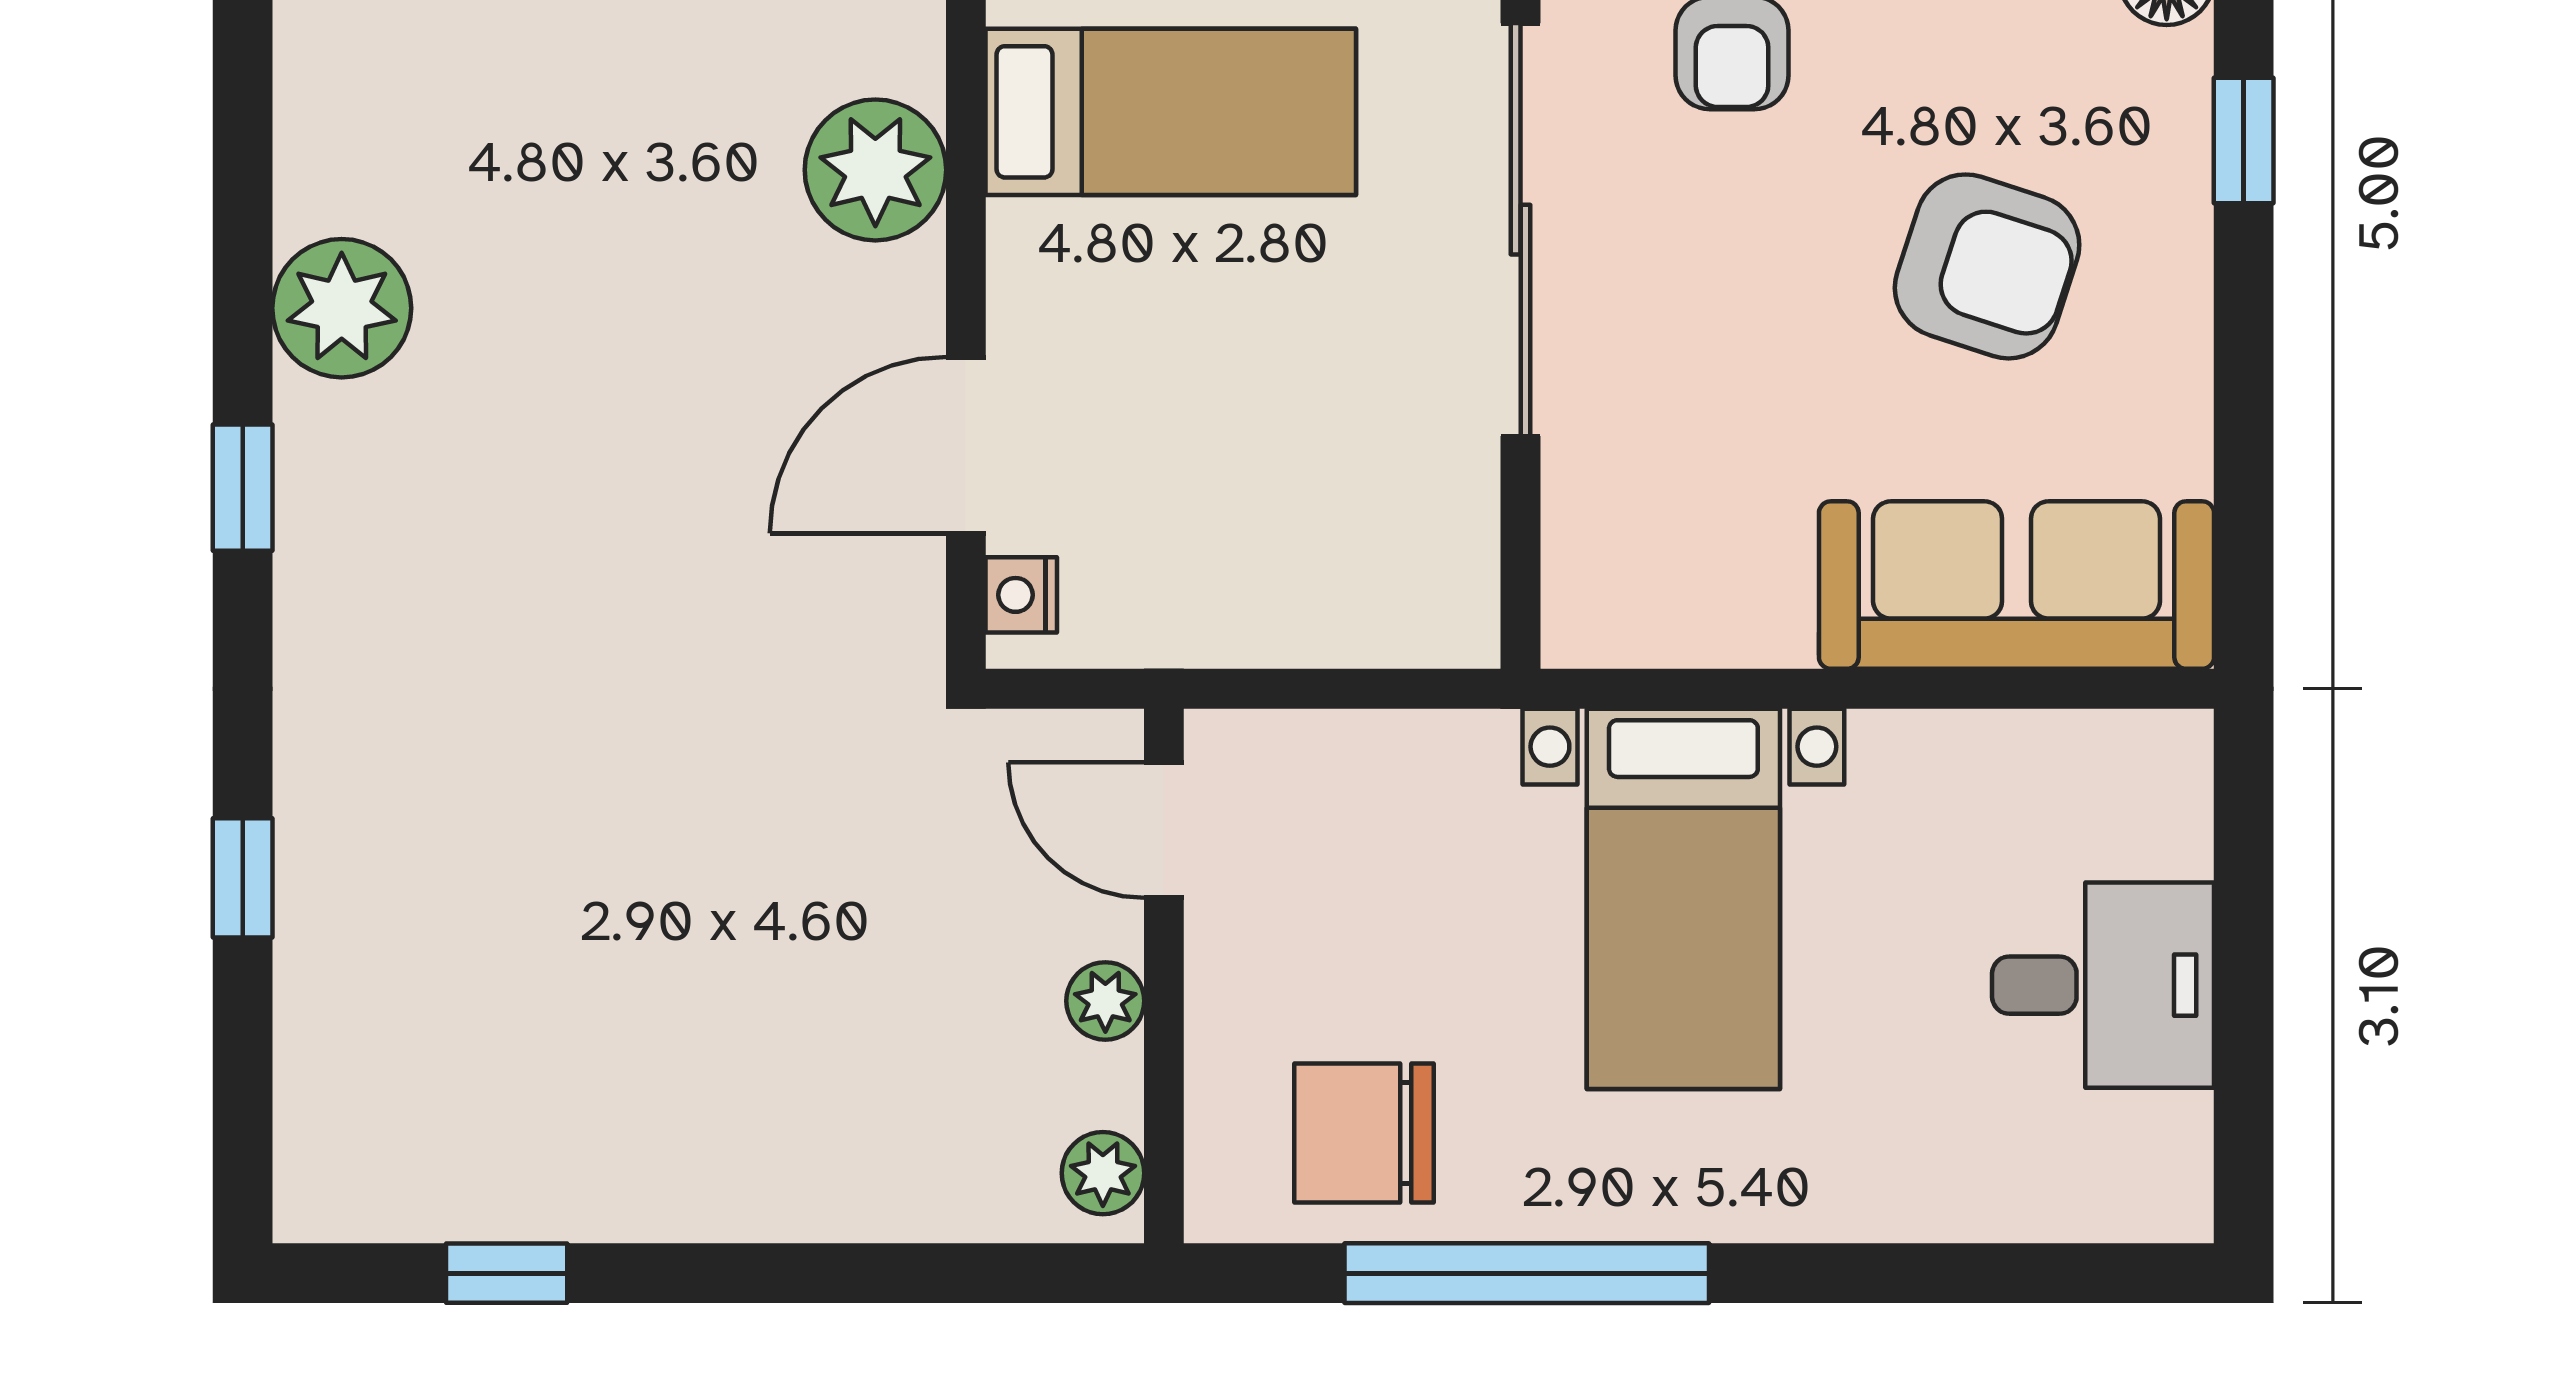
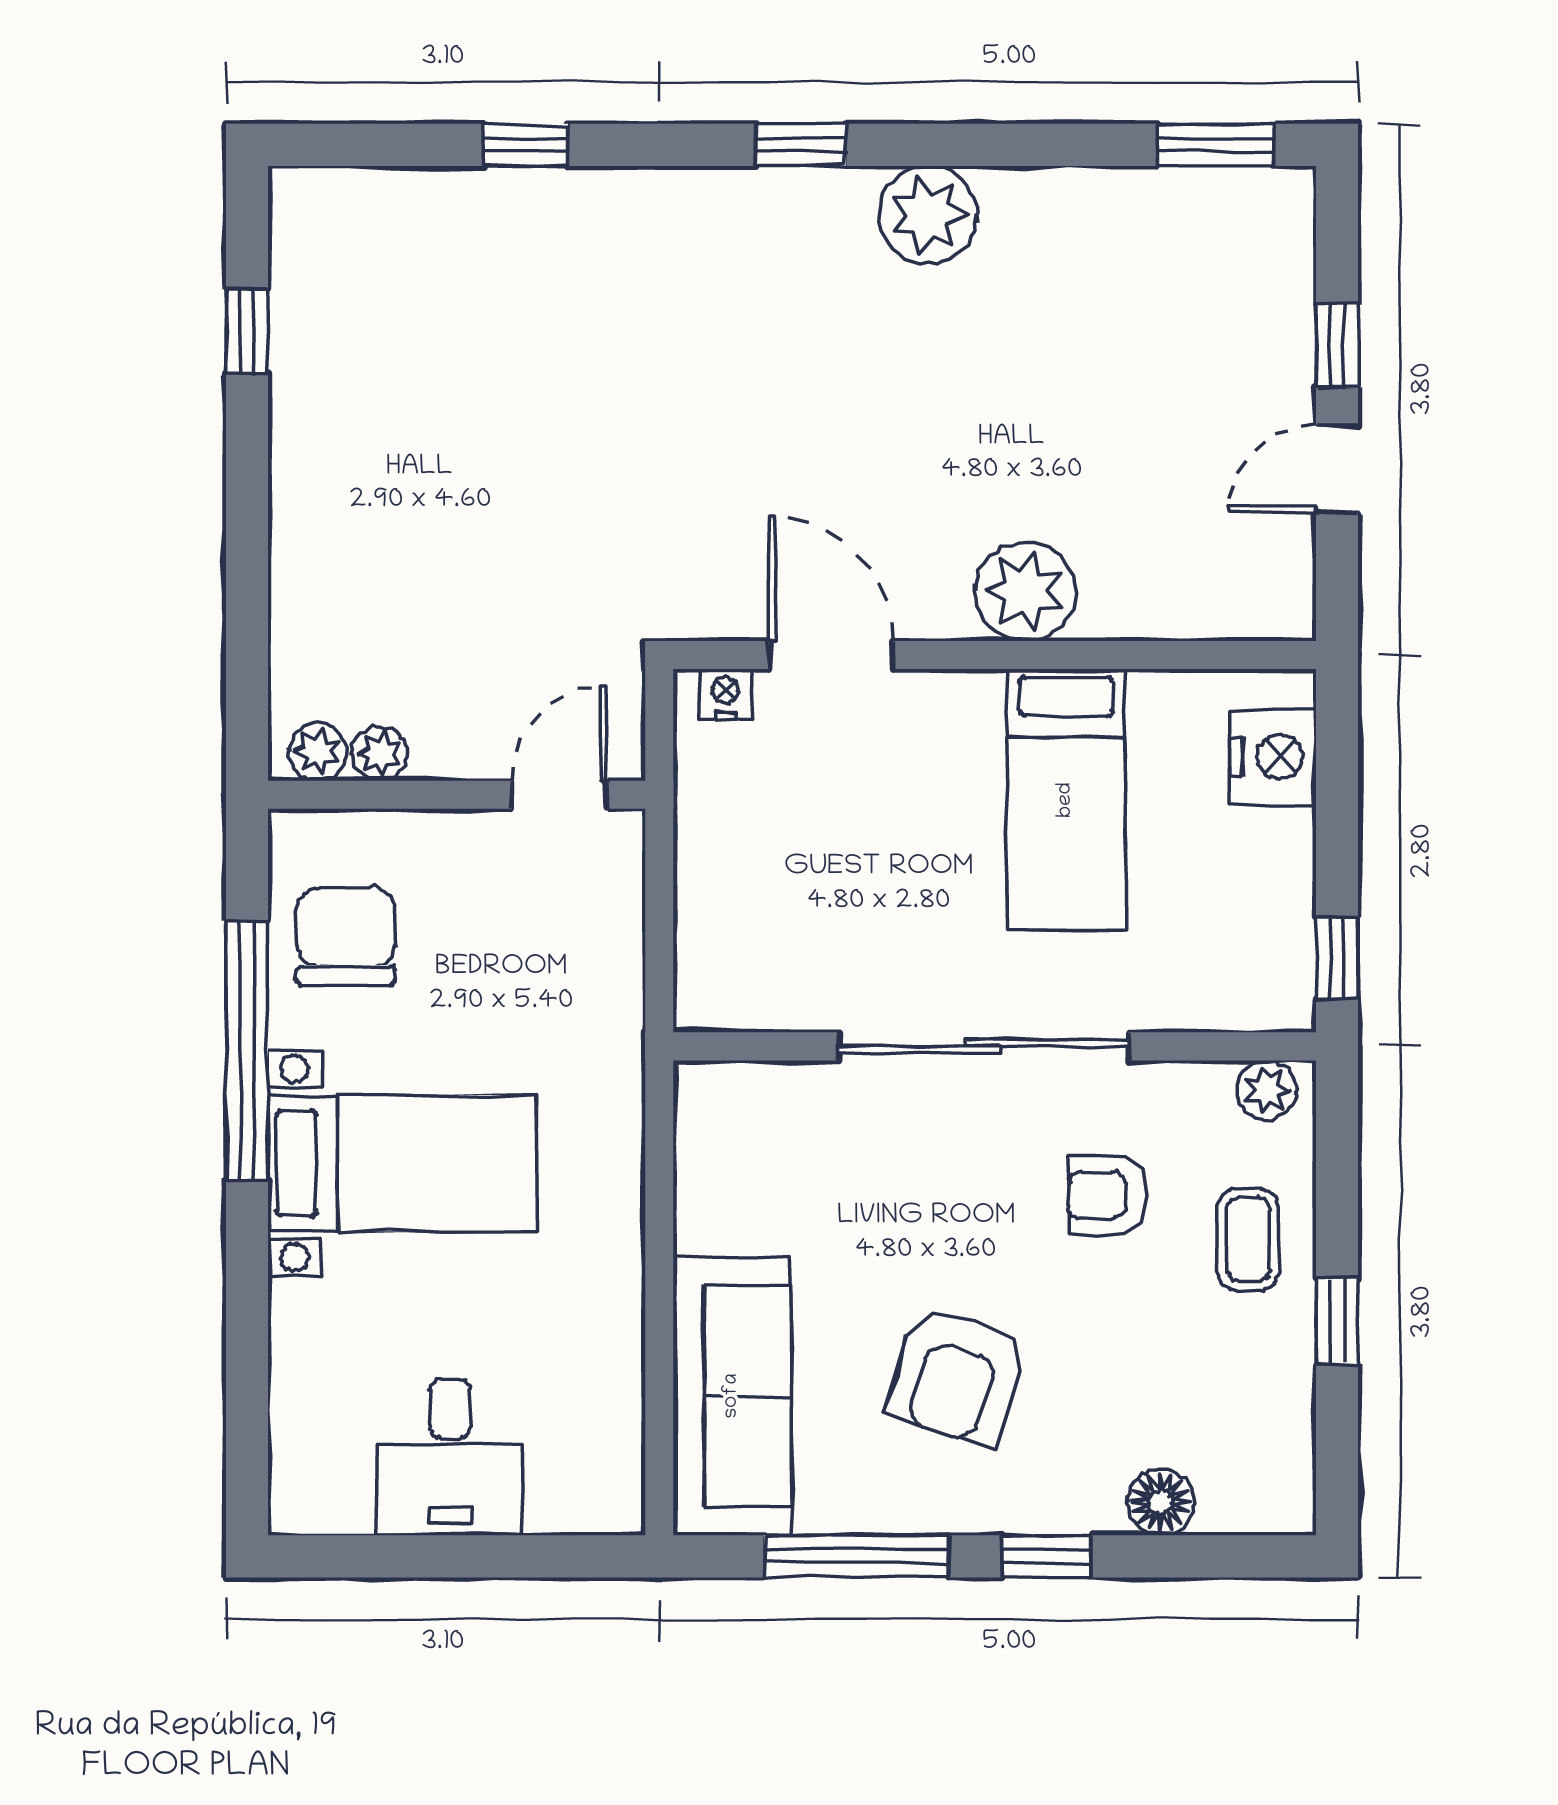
window: (2244, 409) -> (856, 1556), added
bed with nightstands: (1683, 899) -> (402, 1163), moved, turned 180
plant: (1105, 1001) -> (380, 753), moved

